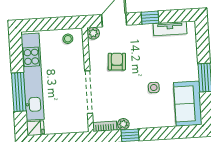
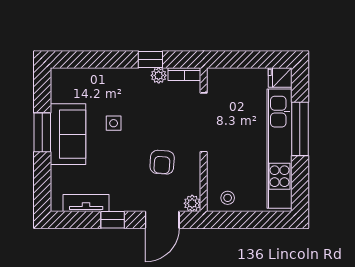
sofa: (188, 104) -> (68, 134), moved

